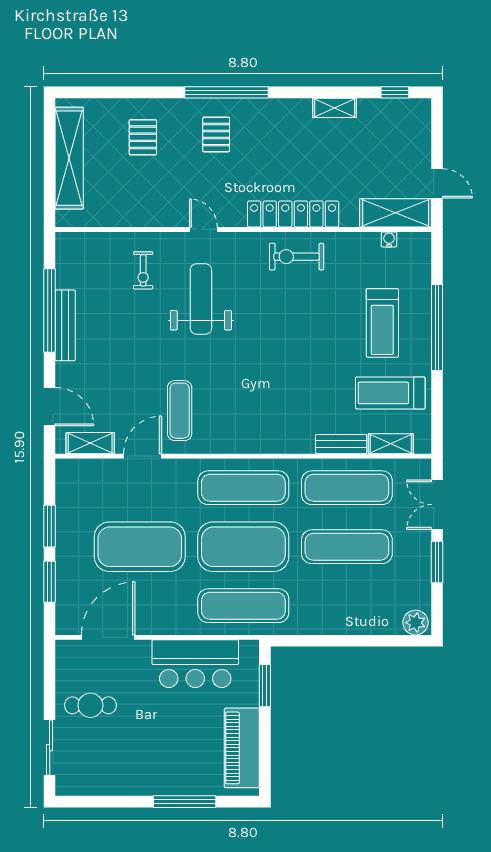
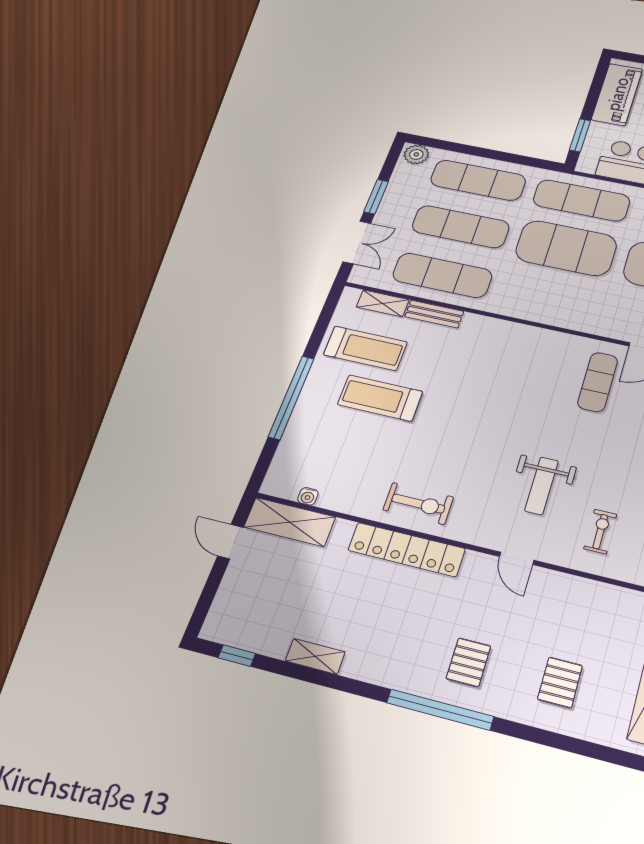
weight bench: (201, 299) -> (542, 486), width x0.73, depth x0.75
treadmill: (382, 323) -> (380, 398), moved, turned -90
exercise mat: (243, 488) -> (478, 180), moved

